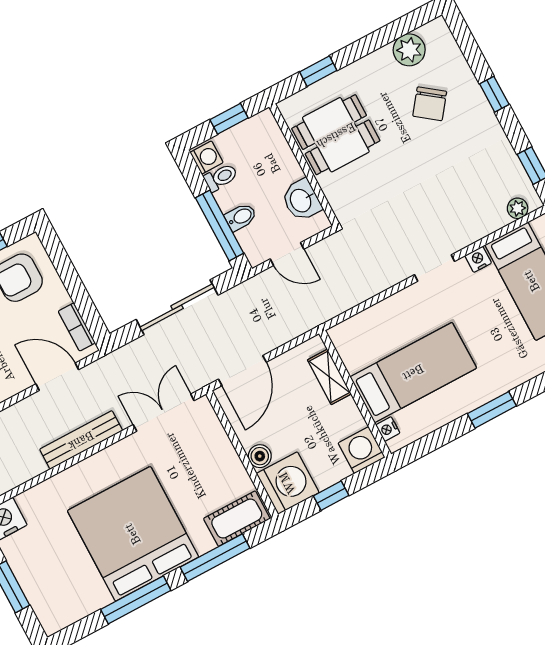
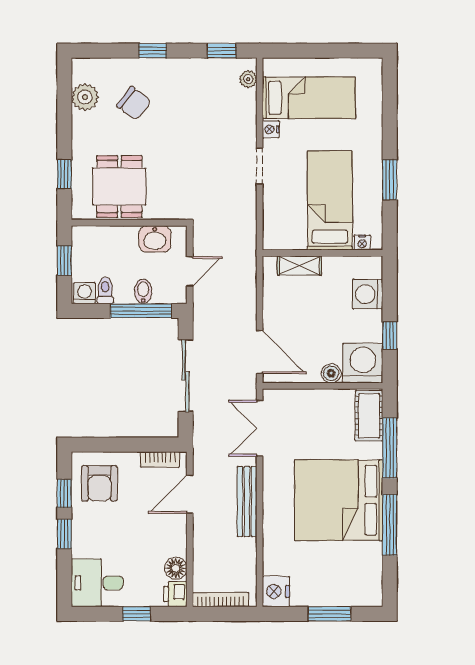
bed: (413, 372) -> (330, 201), moved
shelving: (329, 377) -> (299, 266), moved
wall: (355, 394) -> (323, 253), moved
nightstand: (388, 429) -> (362, 243), moved

